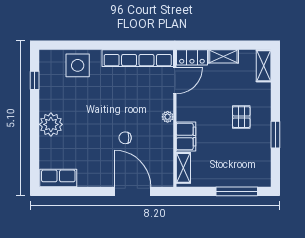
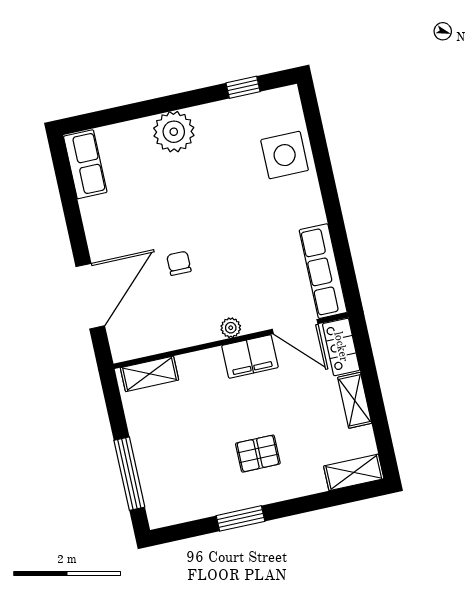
row of seats: (138, 58) -> (323, 271), width x0.73
filing cabinet: (186, 137) -> (250, 357), moved

